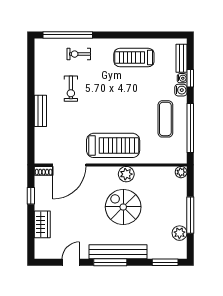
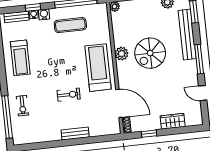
exercise bike: (71, 89) -> (69, 95), moved
bench: (118, 252) -> (187, 34), moved

